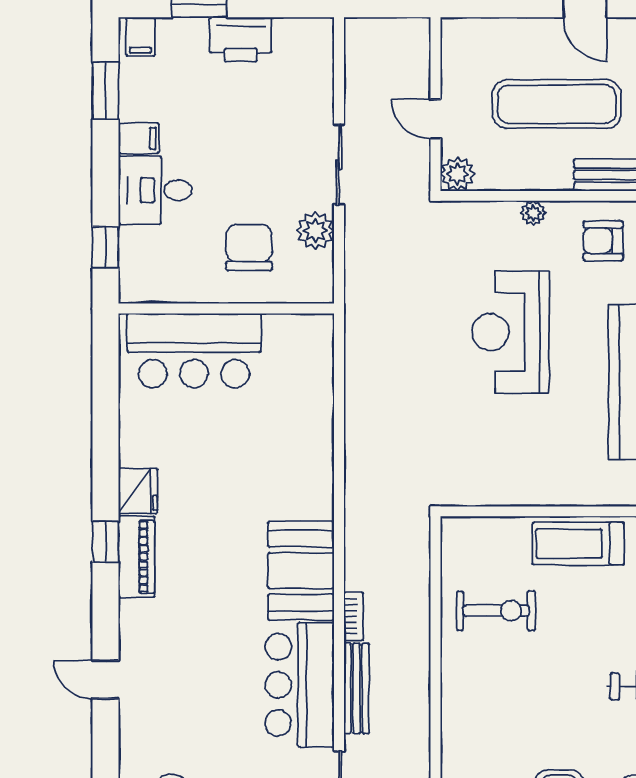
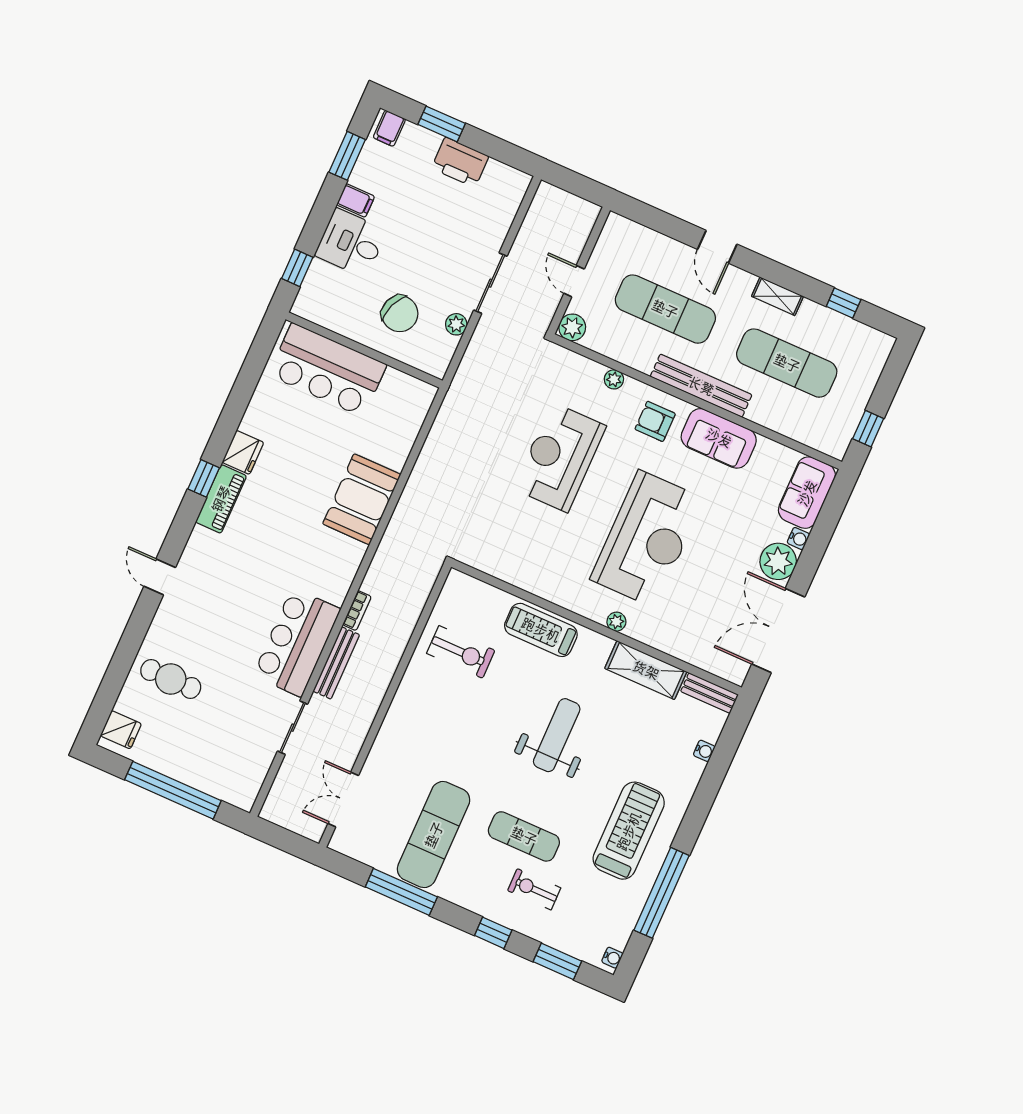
plant: (315, 231) -> (456, 324), width x0.73, depth x0.73
chair: (249, 248) -> (400, 314), turned 111
booth: (301, 571) -> (362, 499), moved

